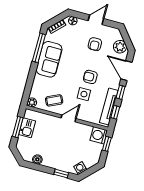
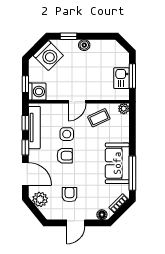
boiler: (37, 159) -> (84, 45), moved
washing machine: (80, 168) -> (48, 55), width x1.89, depth x1.89

